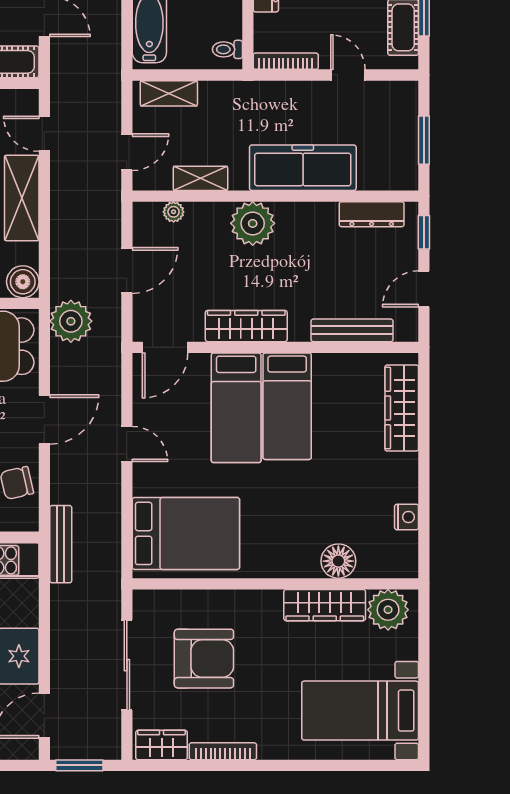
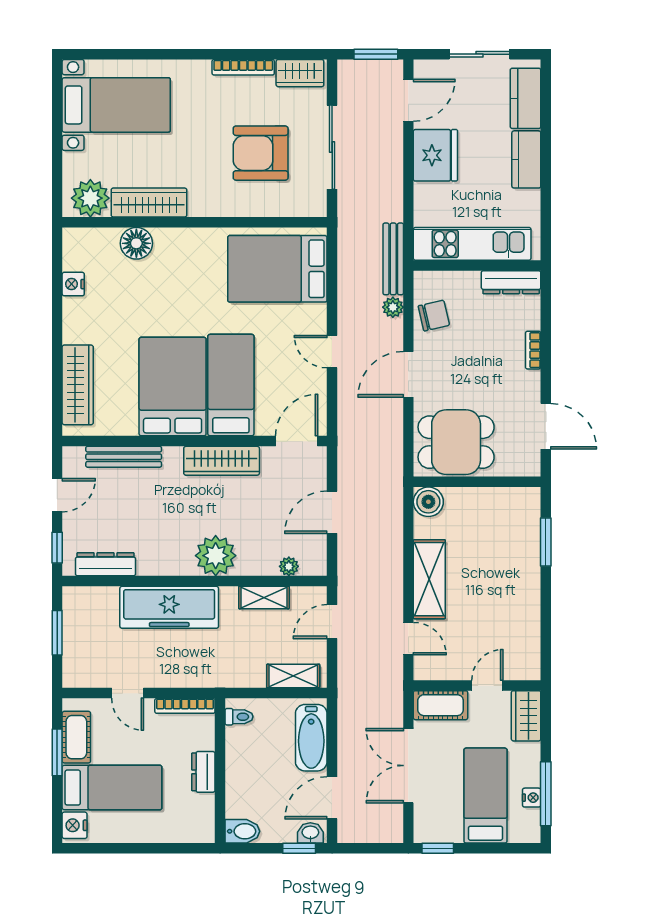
plant: (71, 321) -> (393, 307), moved, width x0.53, depth x0.53
bed: (287, 406) -> (173, 387), width x1.50

